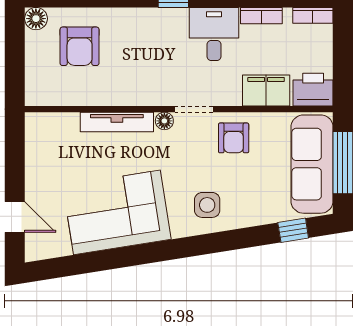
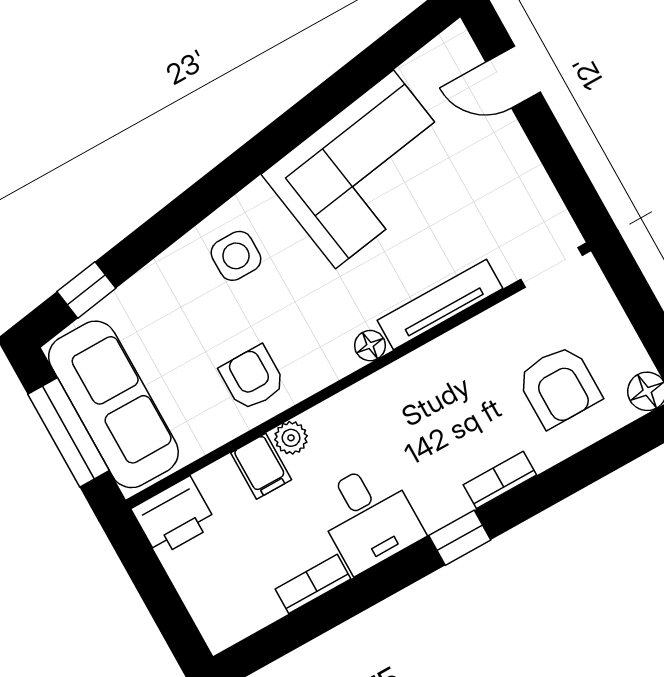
bookcase: (313, 15) -> (500, 480), moved
armchair: (80, 46) -> (559, 386), turned 180
filing cabinet: (266, 90) -> (261, 466), width x0.50
plant: (231, 96) -> (291, 438), added
doorway: (194, 109) -> (552, 267), moved

